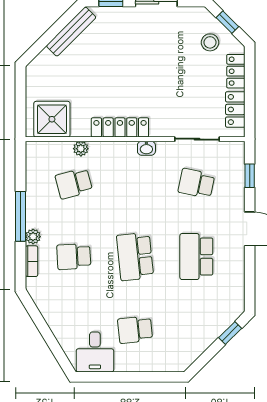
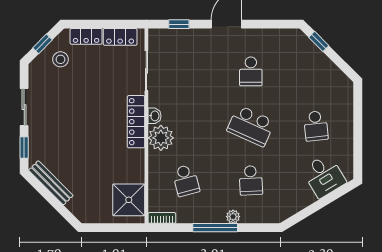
locker: (120, 127) -> (136, 122), moved
plant: (81, 149) -> (161, 138), moved, width x1.88, depth x1.88
school desk: (196, 183) -> (186, 71), removed
school desk: (135, 257) -> (251, 126), turned 30
school desk: (196, 257) -> (251, 71), width x0.54
bookcase: (32, 261) -> (162, 218), moved
desk: (95, 352) -> (324, 176), moved, turned 59

